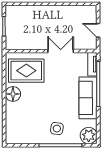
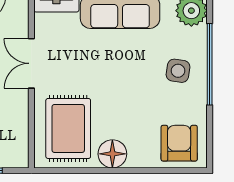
armchair: (19, 129) -> (179, 143), added

